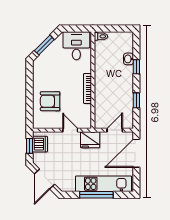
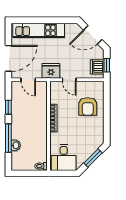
window: (136, 67) -> (8, 138), width x2.17
armchair: (50, 101) -> (88, 106), turned 90
door: (115, 130) -> (28, 80), hinge flipped
door: (45, 179) -> (93, 35), swing flipped
window: (96, 195) -> (45, 20), removed

